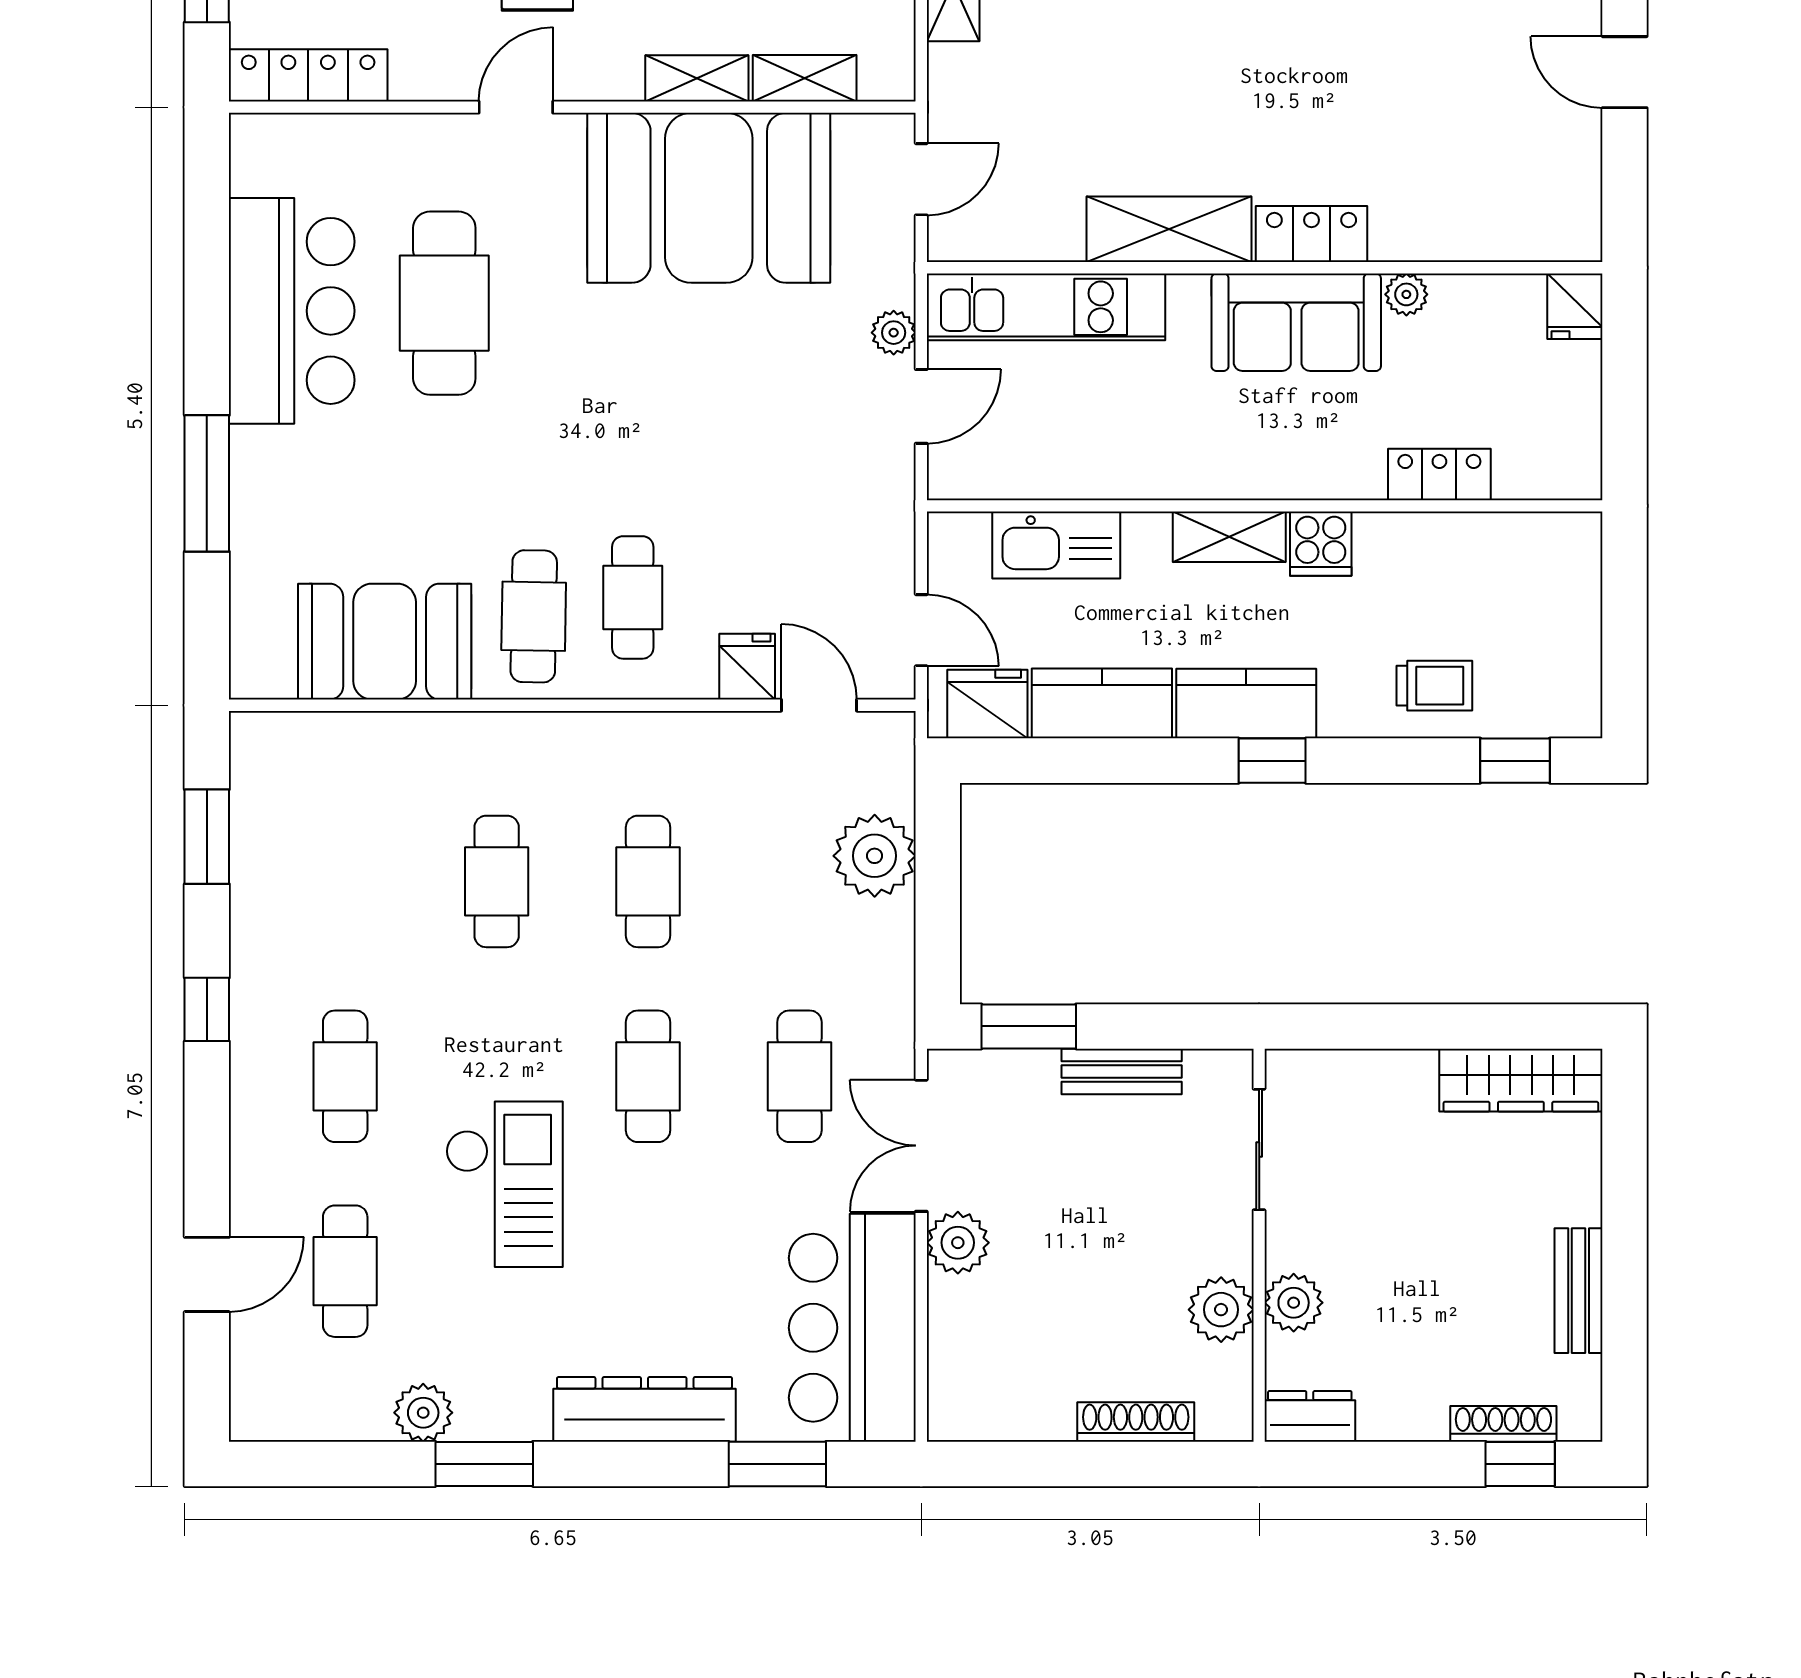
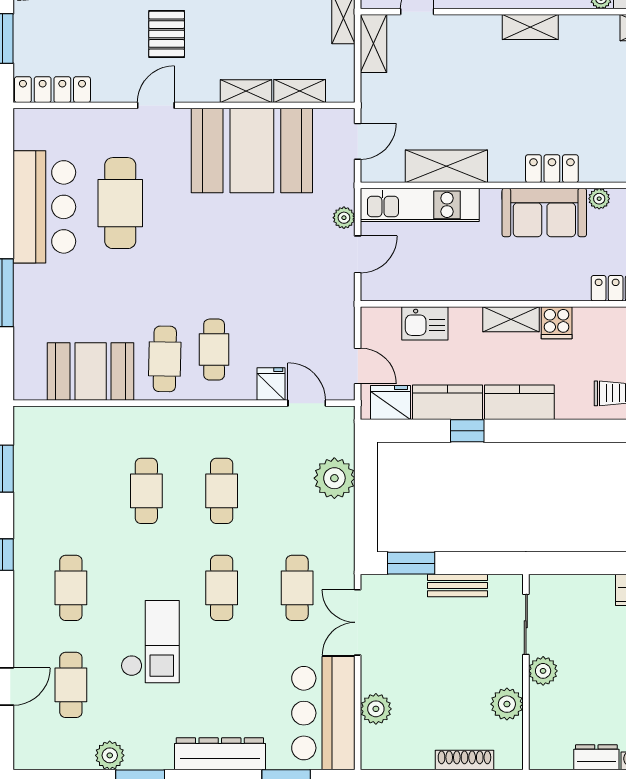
shelving: (1169, 229) -> (446, 166), moved
kitchen sink: (1056, 545) -> (425, 323), width x0.73
window: (1272, 761) -> (467, 431), moved
plant: (958, 1243) -> (376, 709), moved
plant: (1294, 1303) -> (543, 671), moved
dresser: (1310, 1416) -> (596, 757), moved

